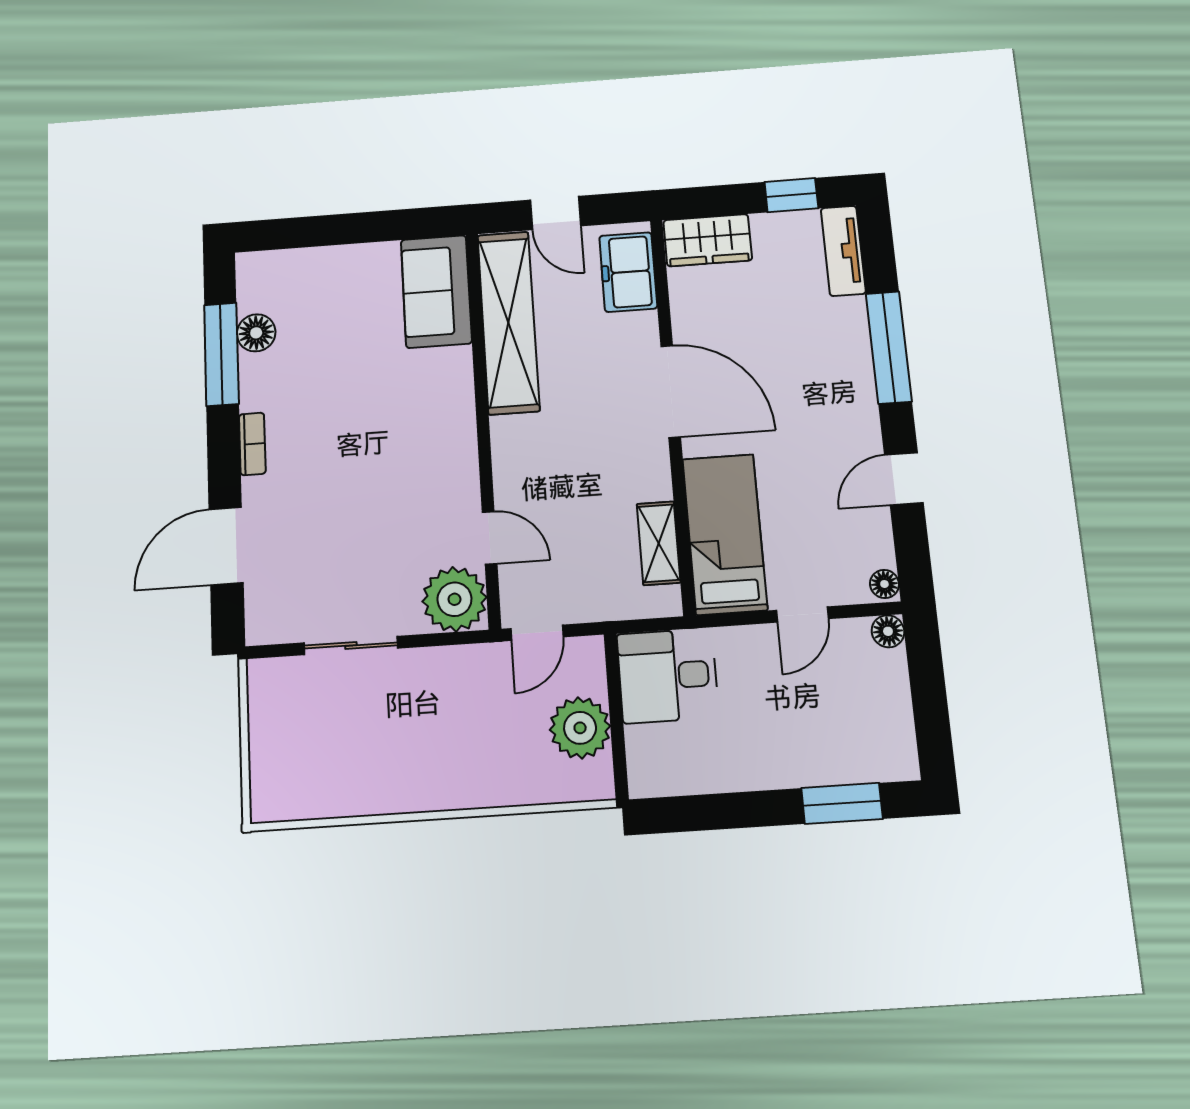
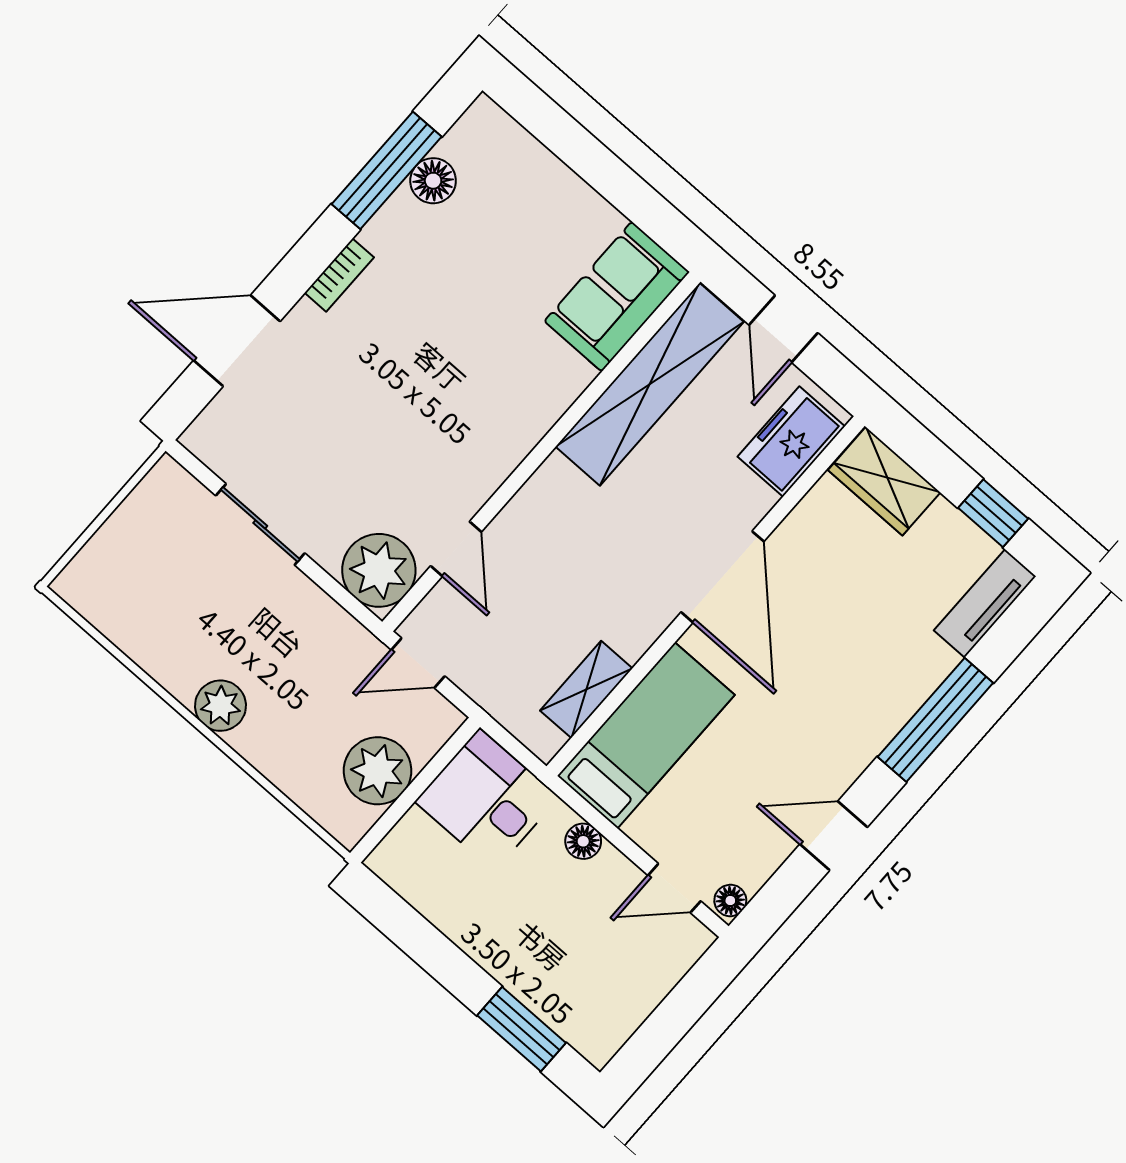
door: (802, 615) -> (674, 888), moved
floor lamp: (888, 631) -> (583, 841), moved
plant: (438, 788) -> (220, 706), added

